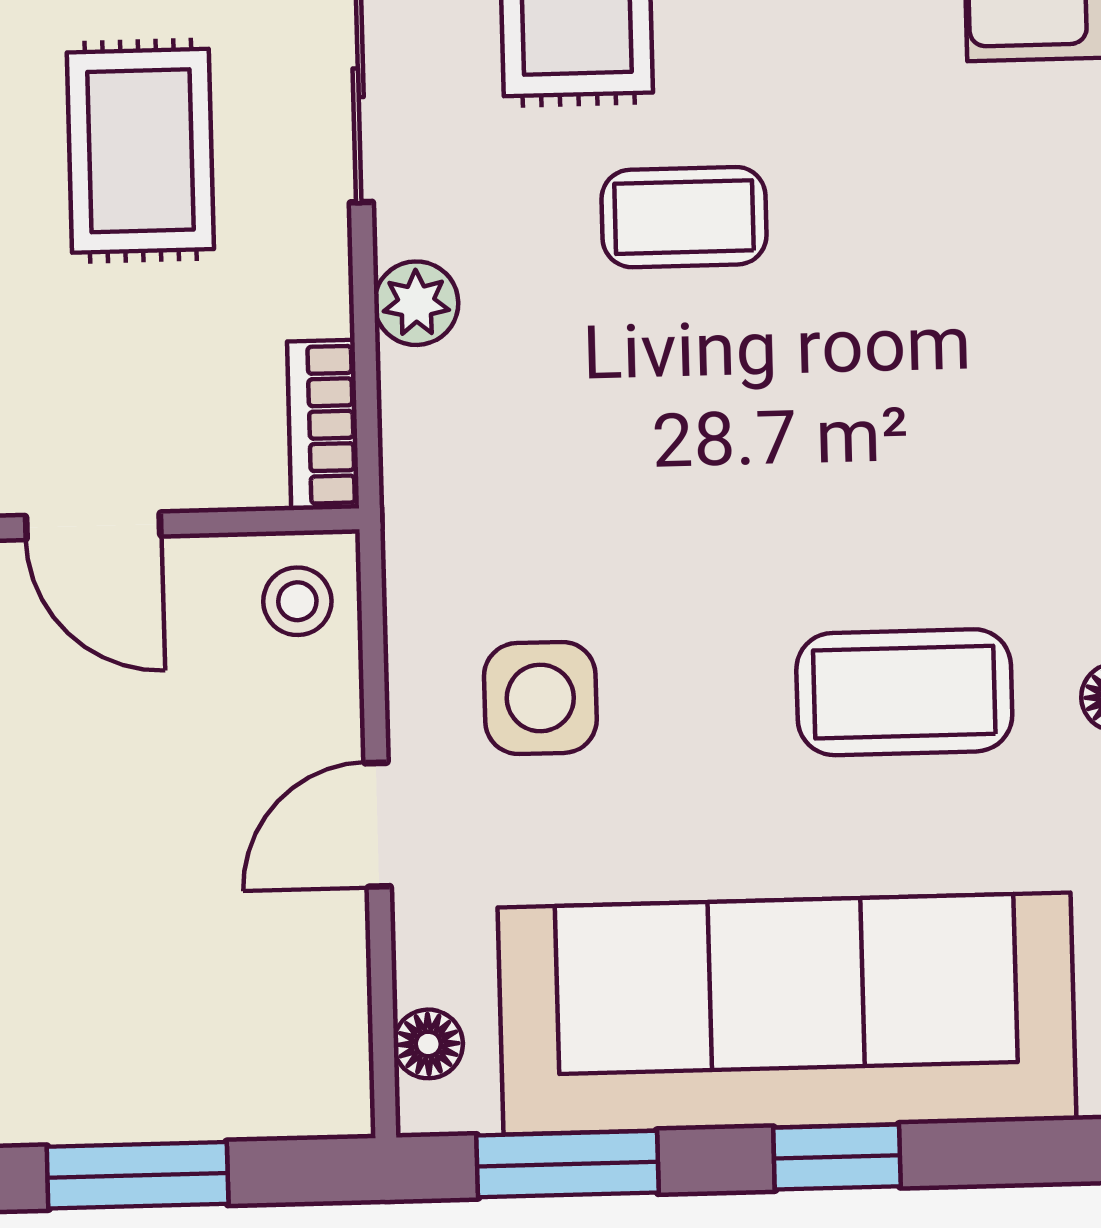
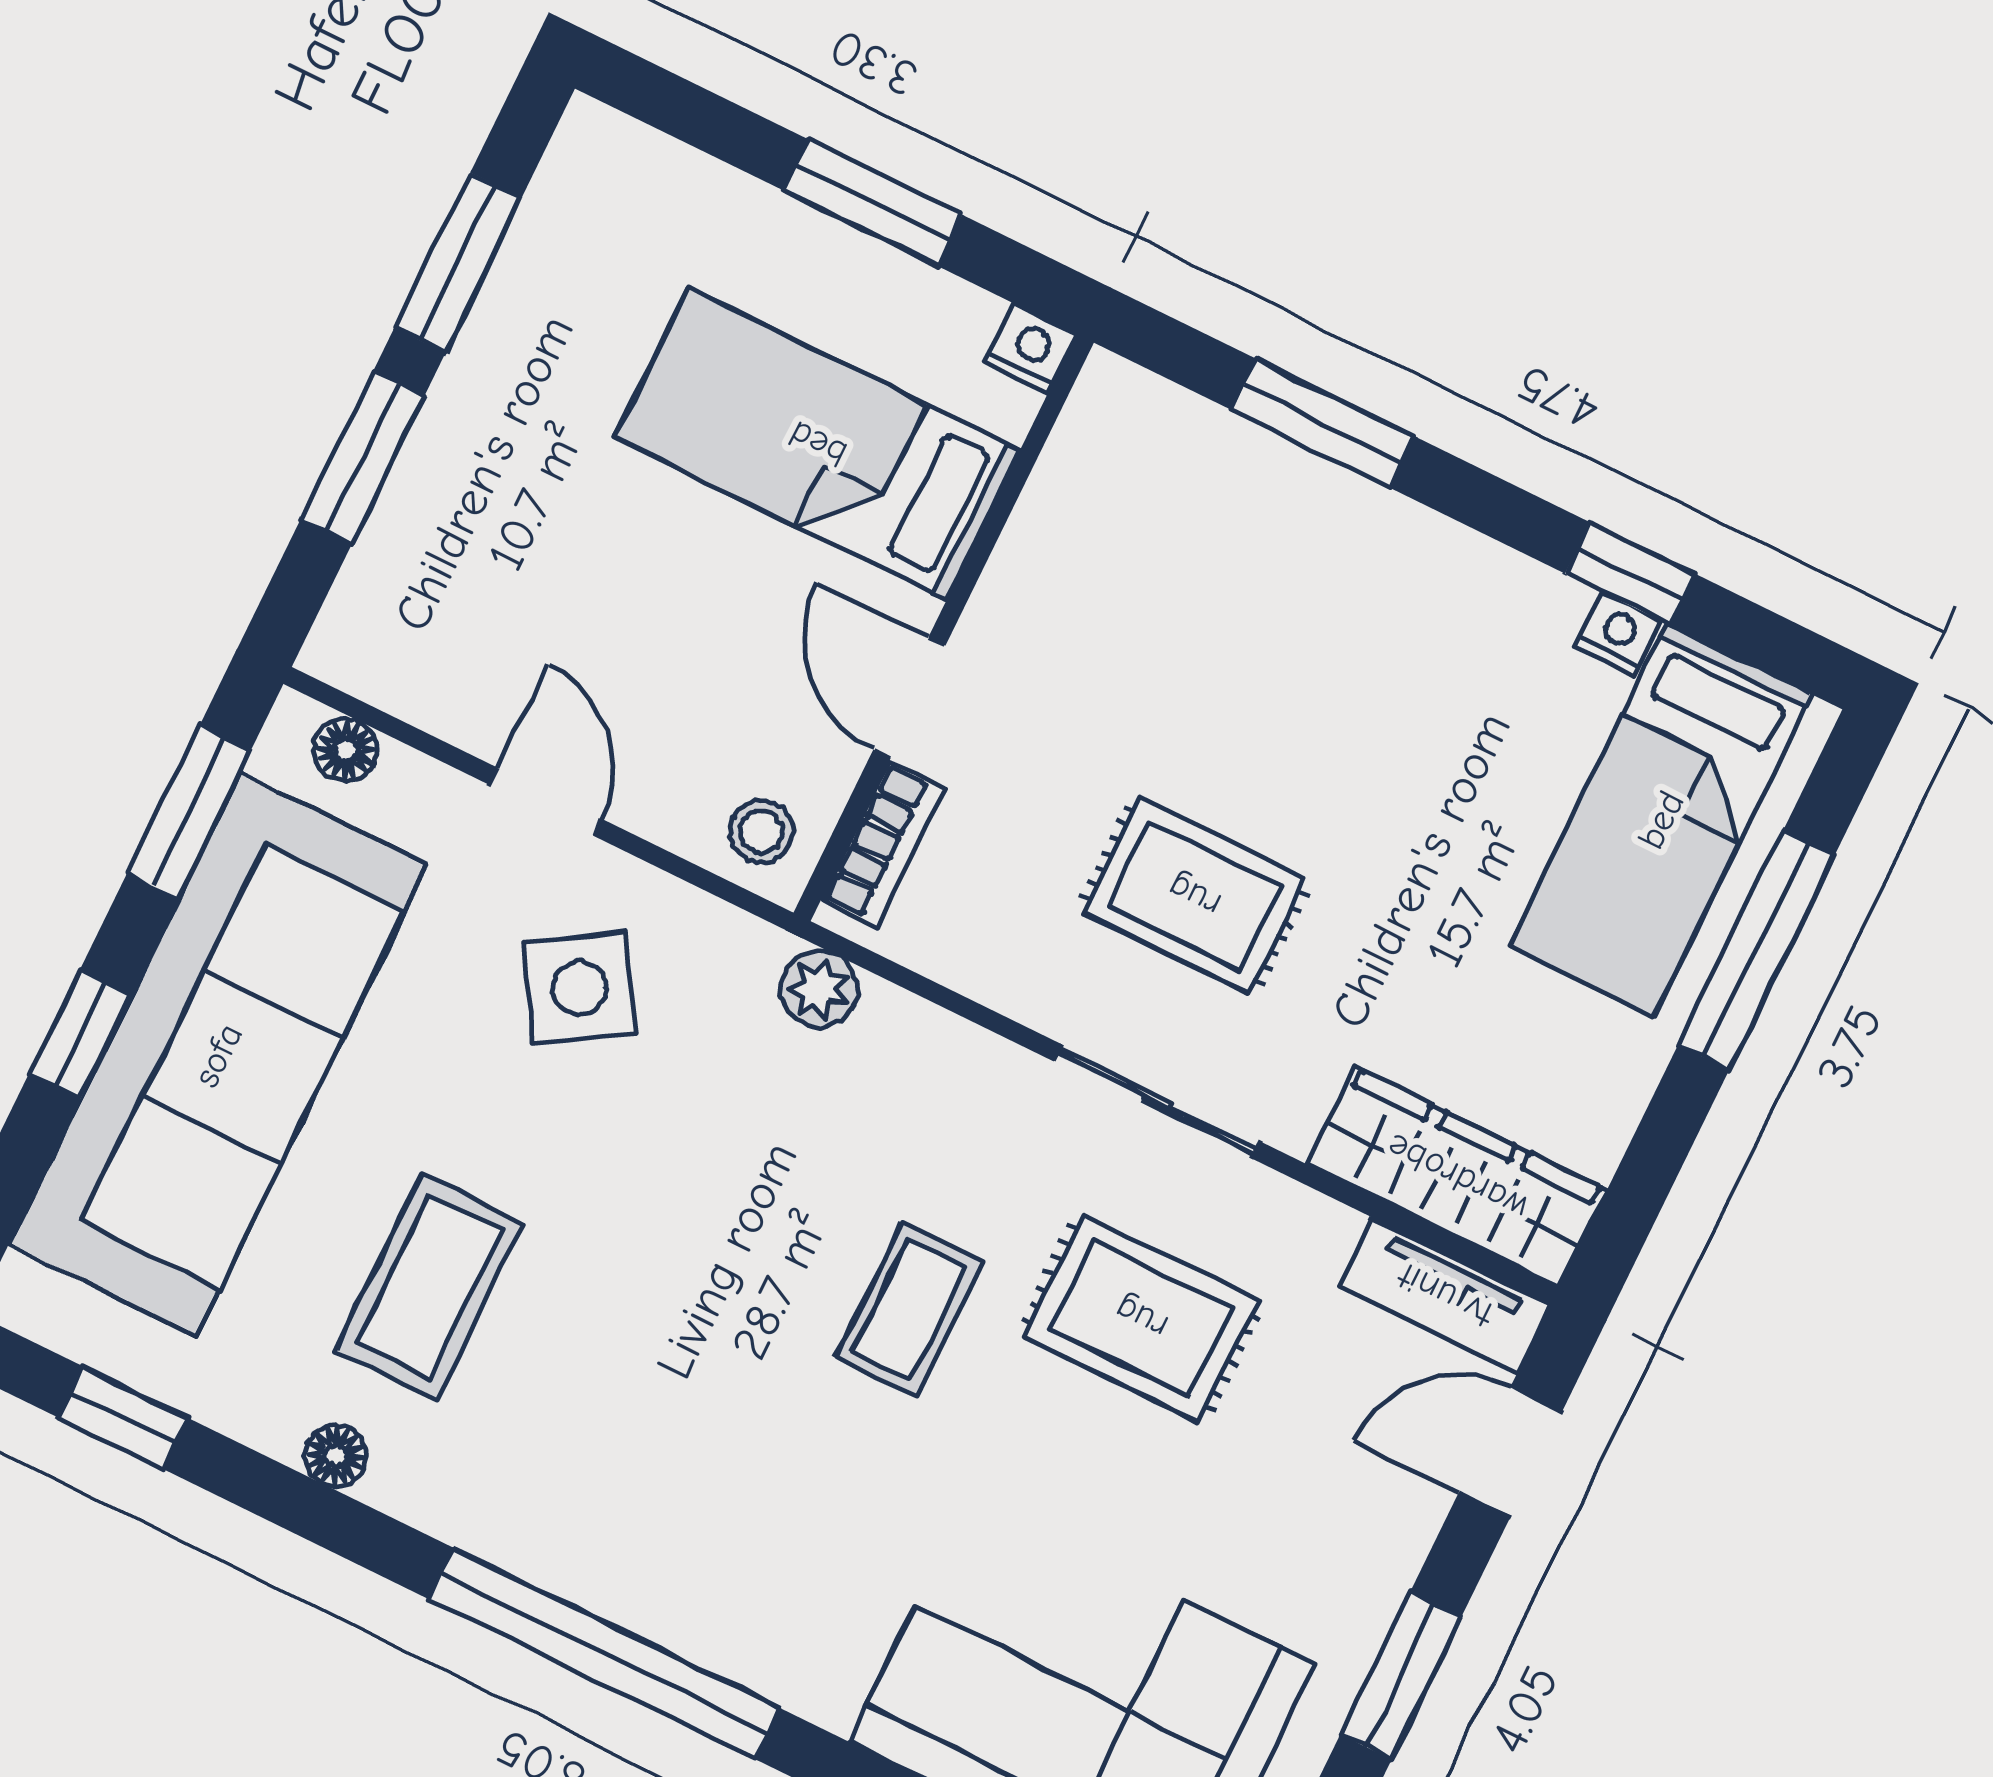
plant: (416, 303) -> (819, 989), moved
bookcase: (323, 425) -> (883, 844), moved, turned 90
door: (93, 526) -> (909, 698), hinge flipped
side table: (540, 698) -> (579, 988), turned -32

